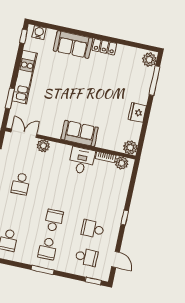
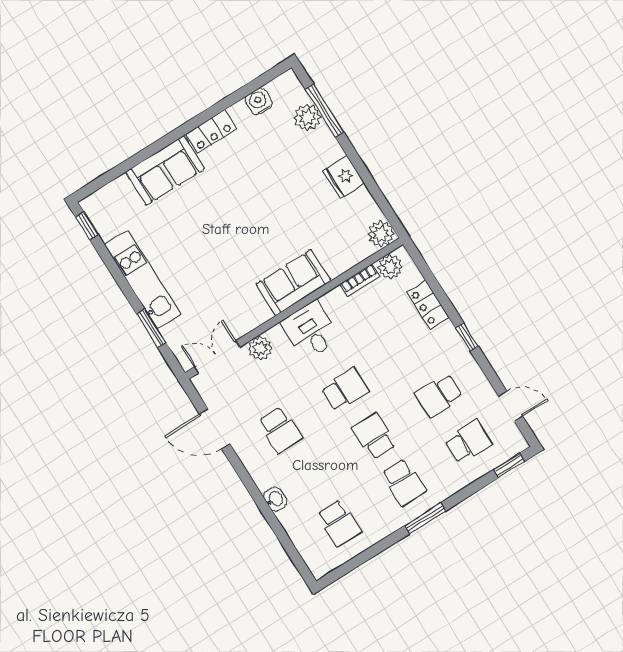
water cooler: (39, 32) -> (259, 101), moved
plant: (149, 60) -> (307, 117), moved
desk: (82, 161) -> (311, 331), moved
locker: (122, 191) -> (428, 305), added
school desk: (60, 192) -> (345, 389), added

